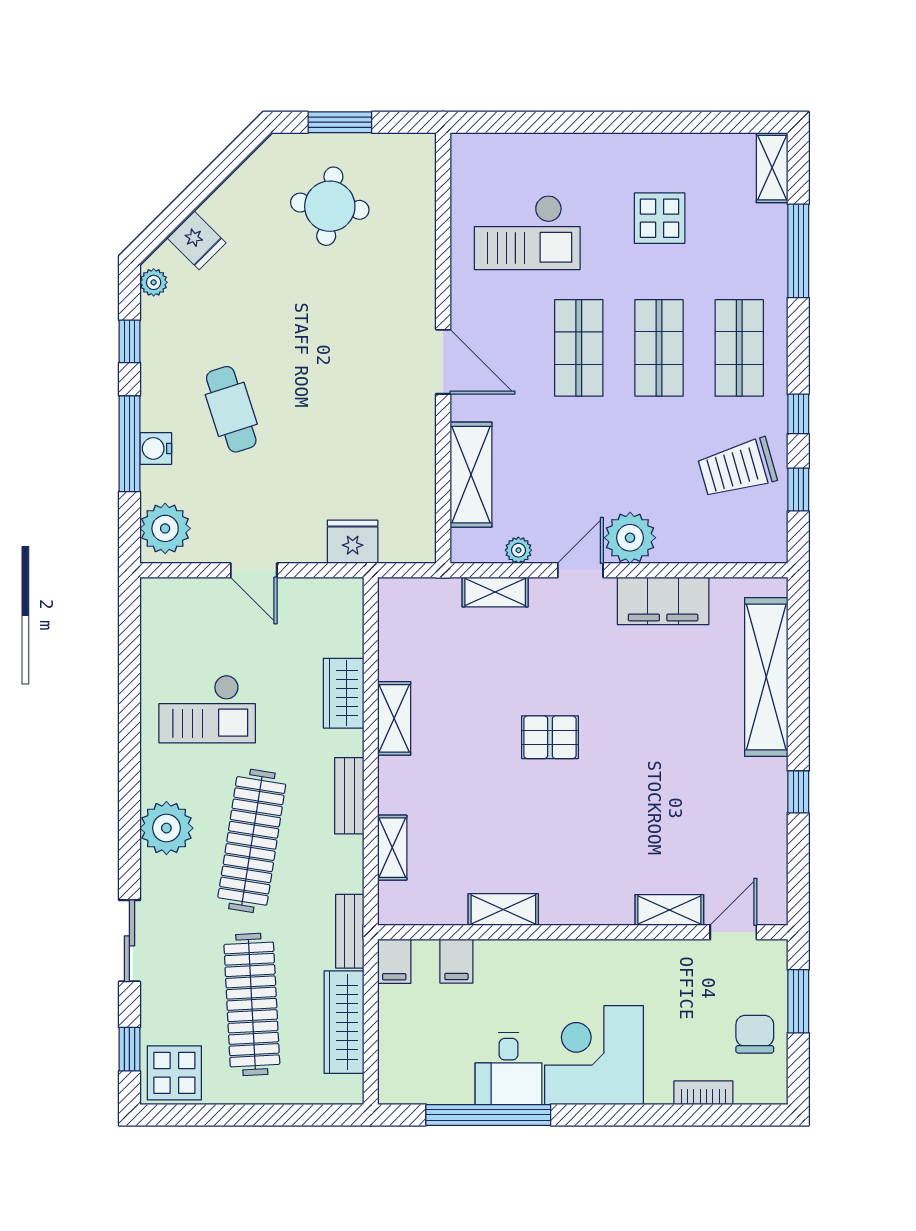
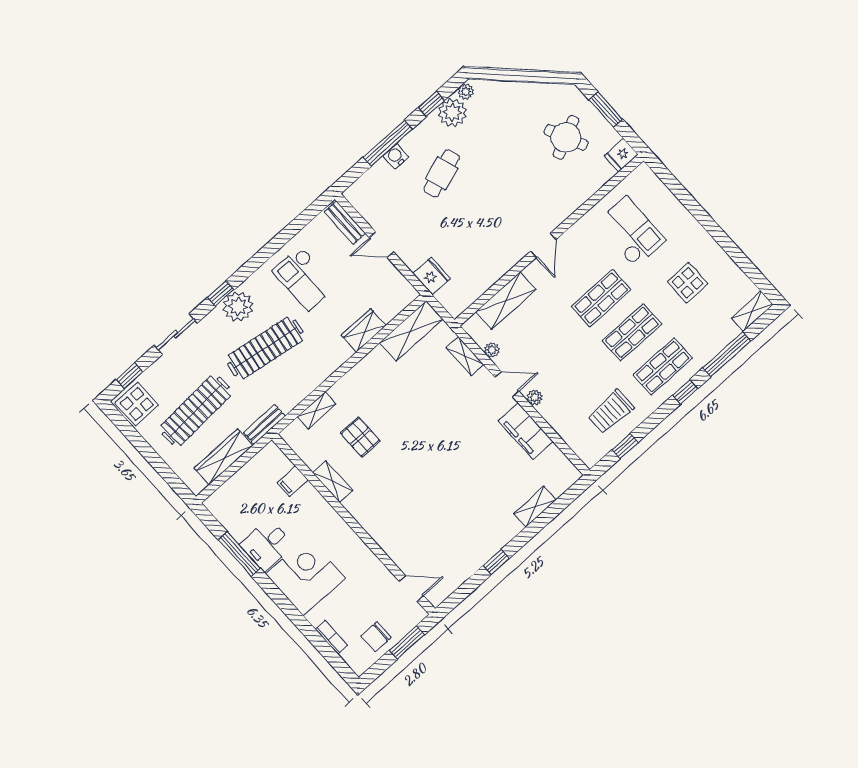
round table: (330, 206) -> (566, 137), turned -32
checkout: (527, 232) -> (631, 232), turned 180
fridge: (196, 240) -> (621, 155), moved, turned 45
door: (443, 362) -> (543, 245), width x0.73
window: (798, 414) -> (685, 392), moved
trolley: (737, 468) -> (611, 412), turned -74
plant: (165, 528) -> (452, 112), moved
plant: (630, 538) -> (535, 397), width x0.53, depth x0.53
door: (254, 570) -> (382, 245), hinge flipped
shelving: (766, 677) -> (535, 507), width x0.45, depth x0.75
shelving: (394, 718) -> (411, 331), moved, width x1.50, depth x1.33
pallet: (550, 737) -> (360, 437), moved
bench: (349, 796) -> (345, 223), moved, turned 90
window: (129, 835) -> (221, 294), added
shelving: (669, 910) -> (396, 553), removed
filing cabinet: (394, 961) -> (269, 455), removed
chair: (755, 1034) -> (376, 637), turned 180
window: (488, 1115) -> (239, 554), width x0.68

